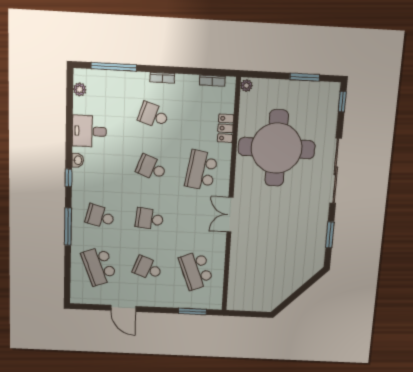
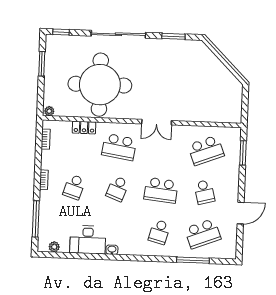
desk: (89, 131) -> (88, 240), width x1.37
window: (69, 178) -> (127, 258), removed
school desk: (149, 219) -> (161, 190), width x1.85
window: (68, 227) -> (193, 260), moved
school desk: (148, 268) -> (204, 192), turned -36

